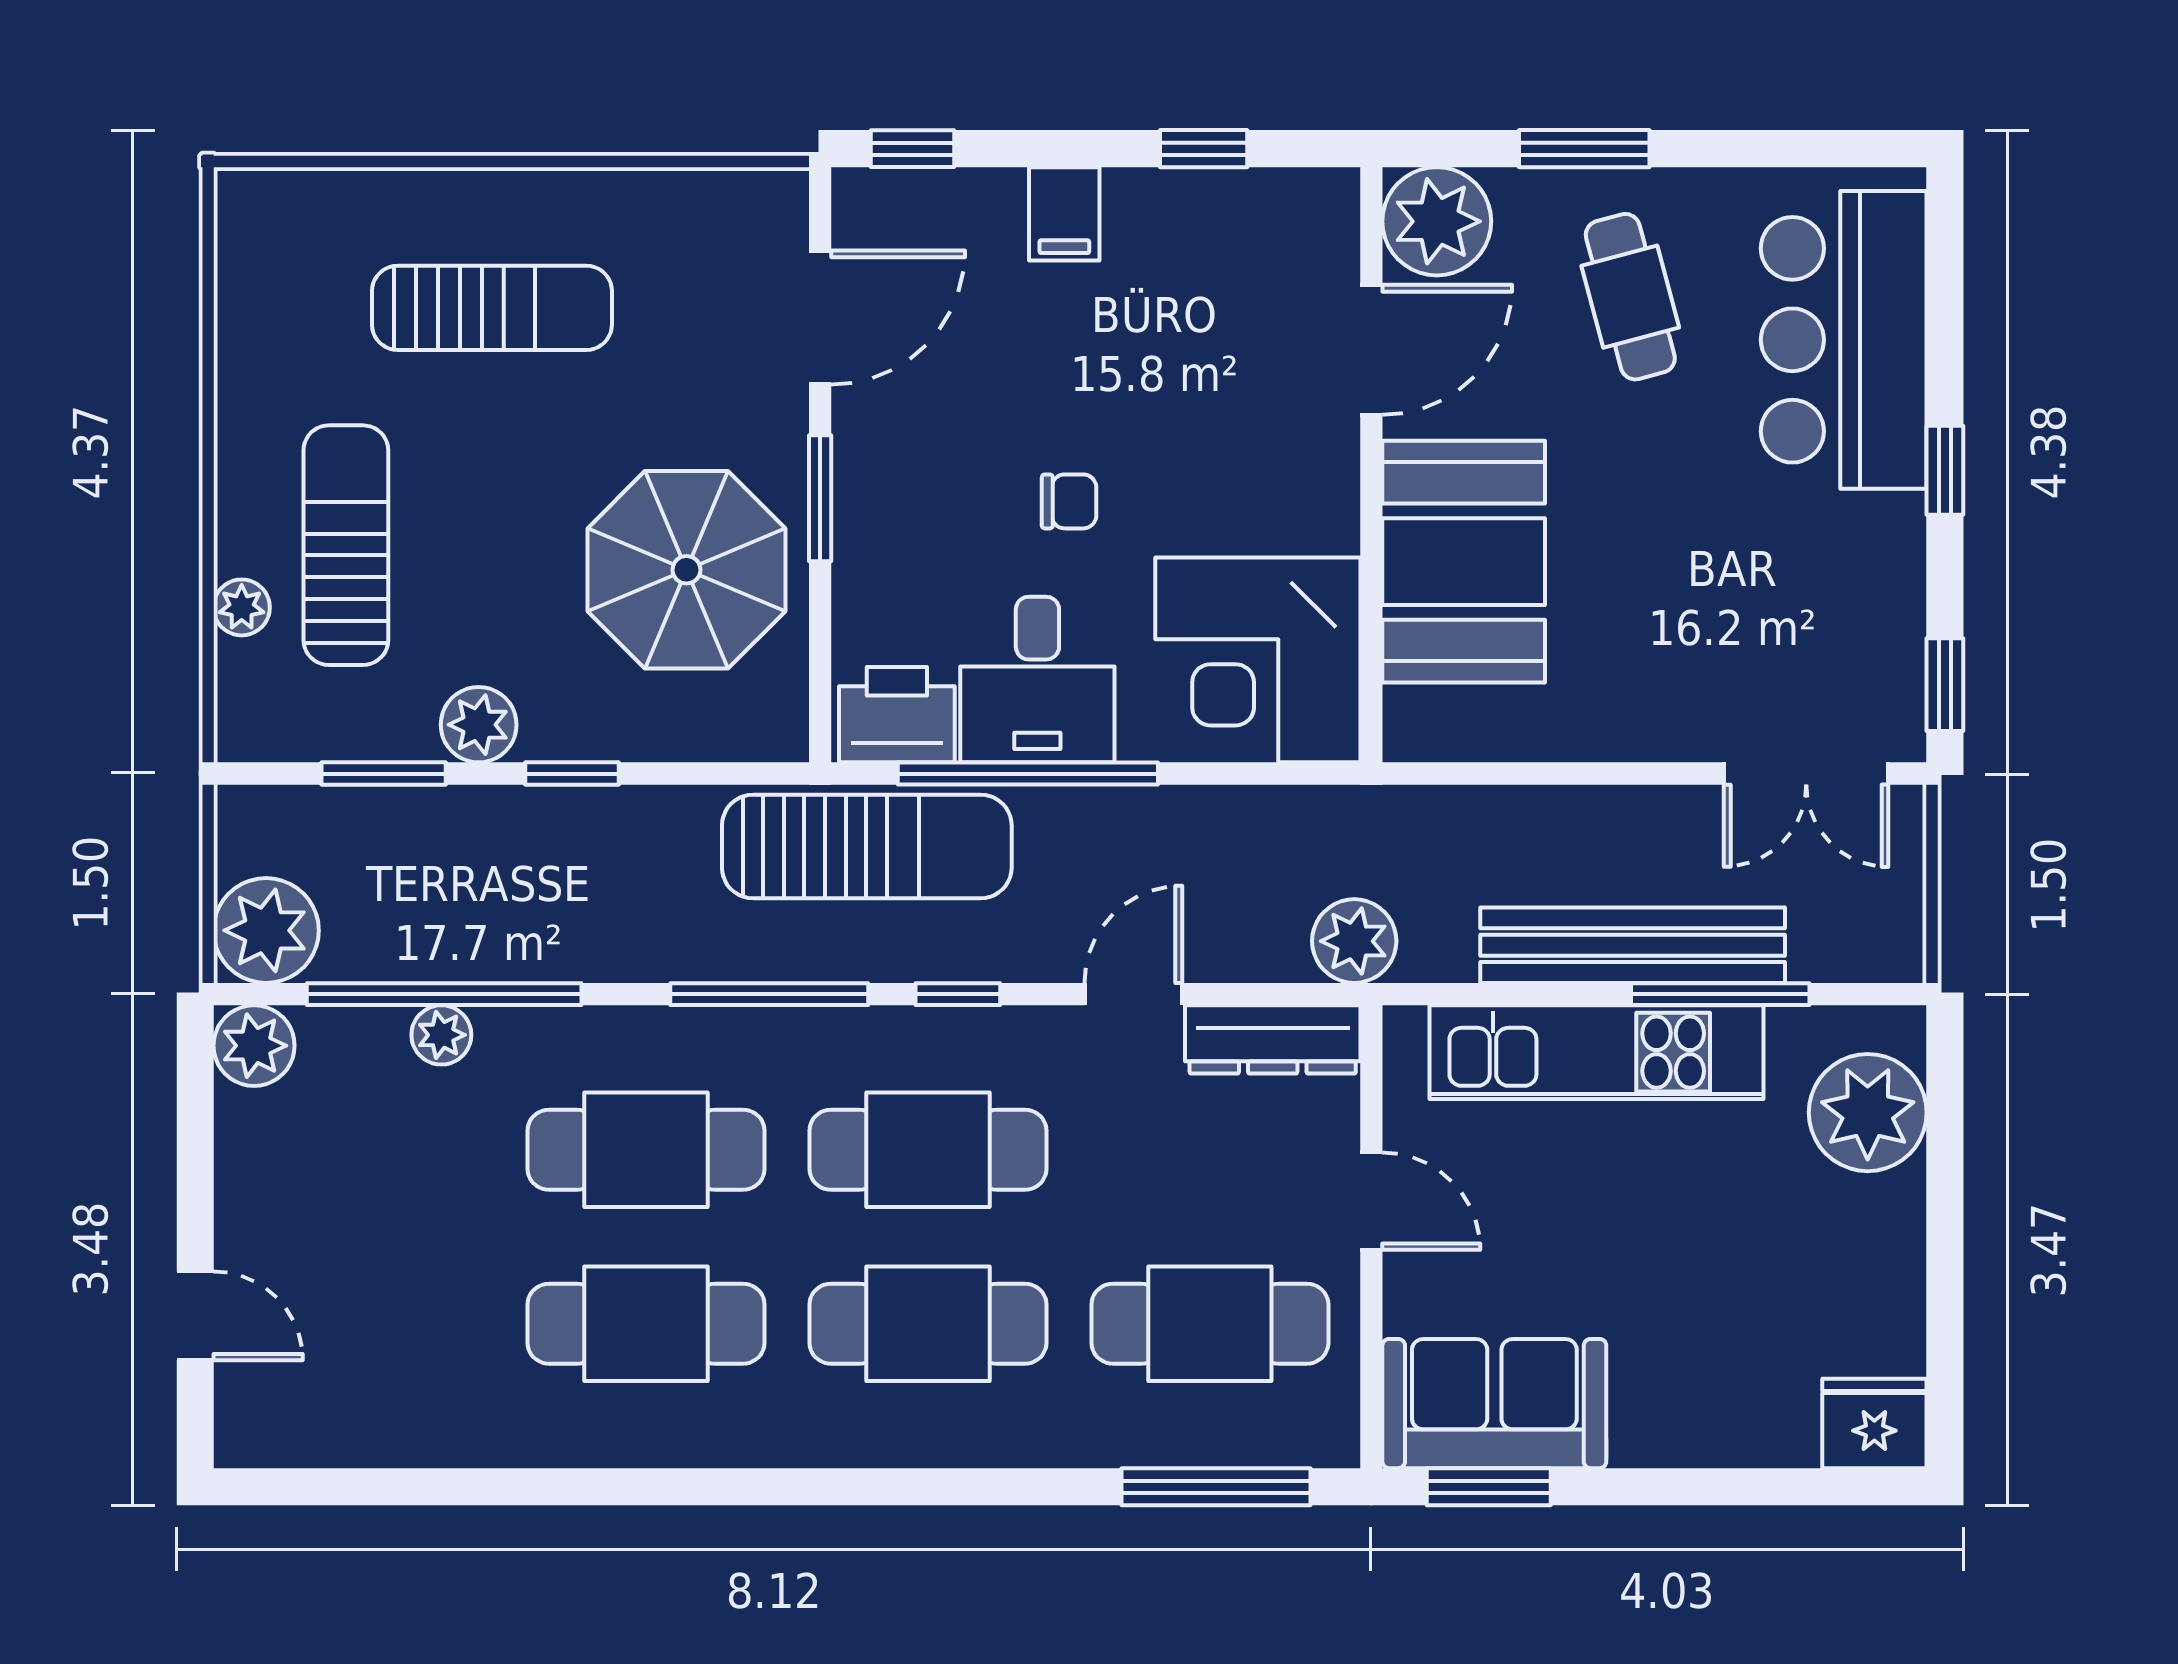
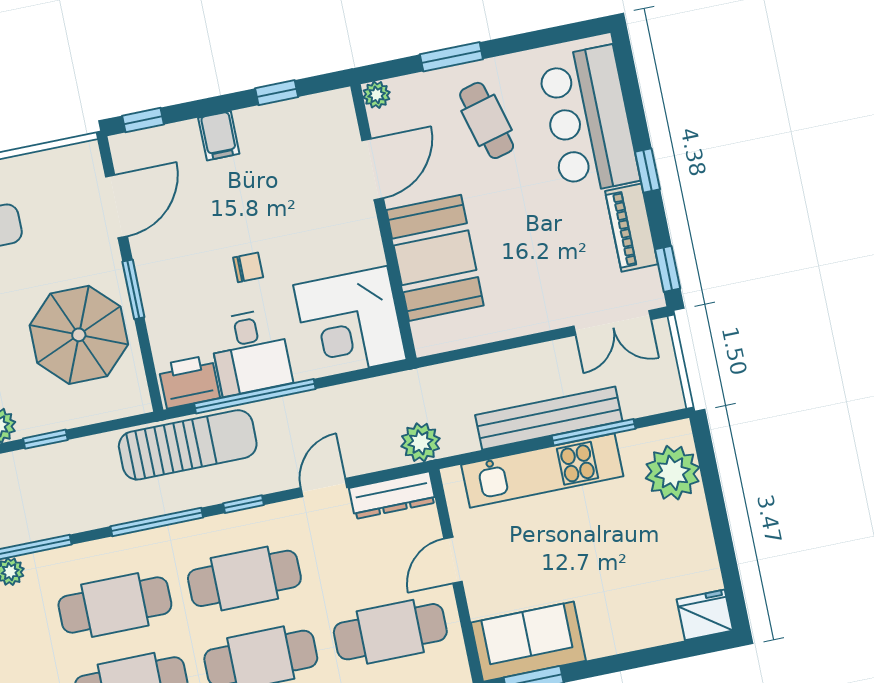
plant: (1437, 221) -> (377, 95), width x0.53, depth x0.53
piano: (1887, 583) -> (631, 228), added
door: (1371, 1201) -> (453, 560), swing flipped

